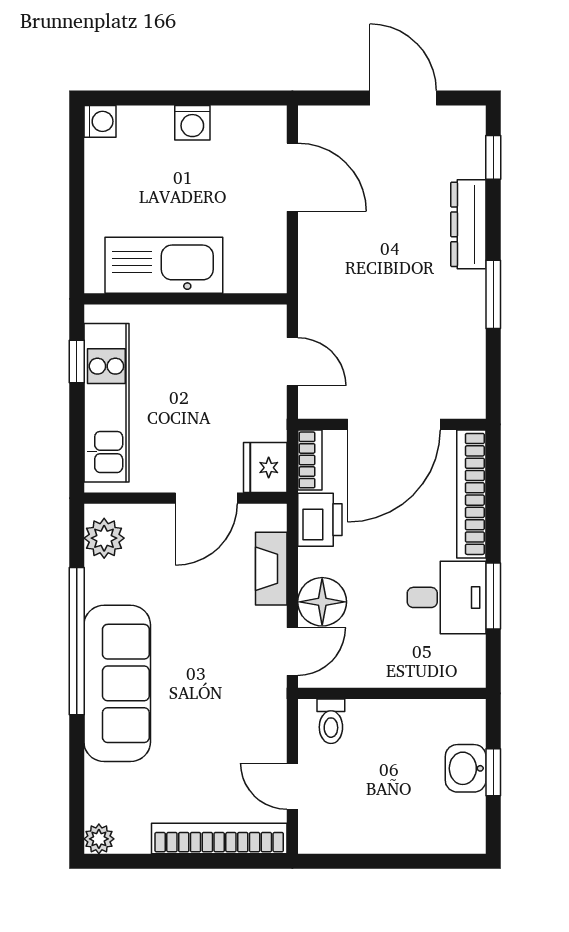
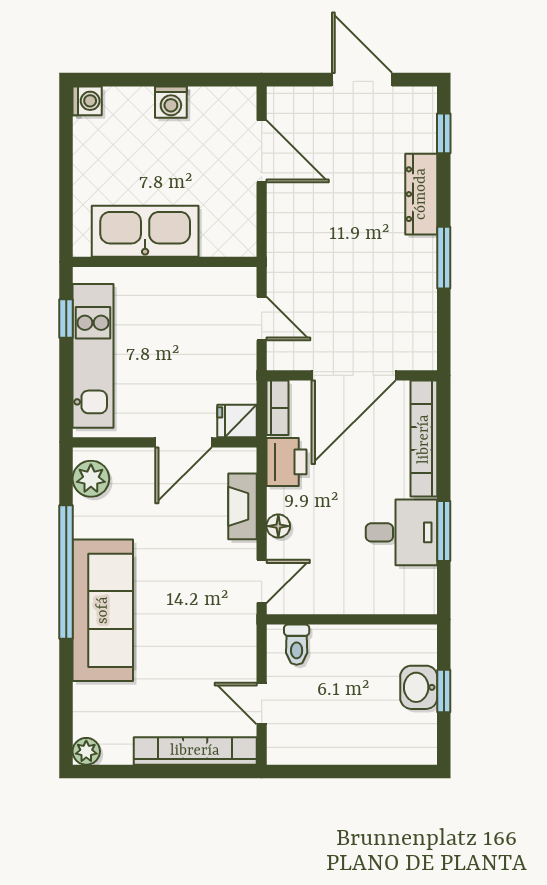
fridge: (265, 468) -> (237, 421), width x0.72
floor lamp: (322, 602) -> (278, 526), width x0.53, depth x0.53

